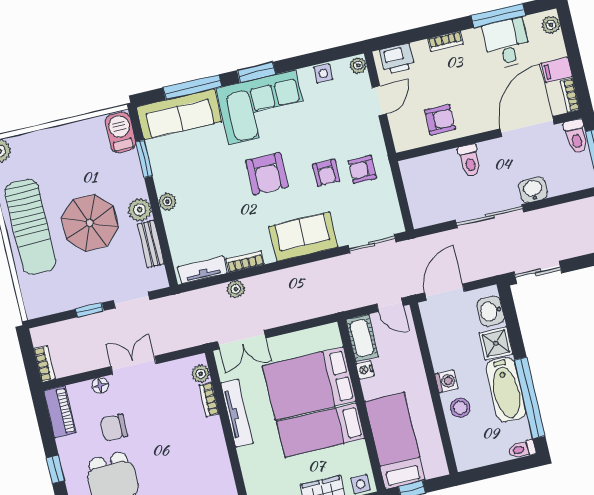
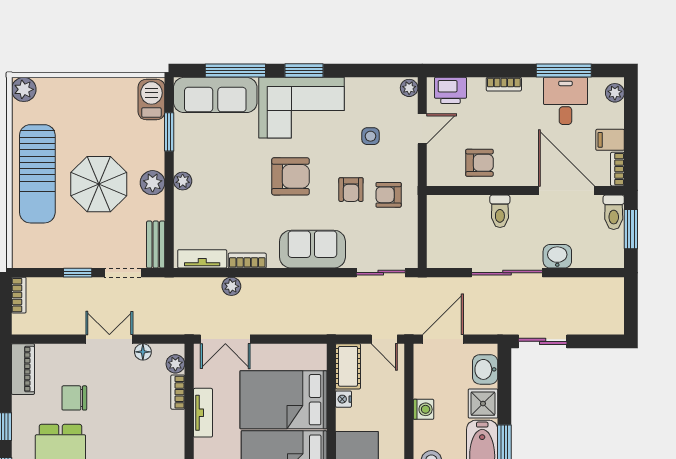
side table: (323, 73) -> (371, 136), moved
door: (527, 126) -> (567, 190), hinge flipped
armchair: (267, 174) -> (291, 176), turned -90
bench: (151, 244) -> (156, 245), moved
bookcase: (44, 364) -> (19, 295), moved
washing machine: (446, 381) -> (423, 409), moved
floor lamp: (100, 385) -> (143, 352), moved
tv unit: (237, 413) -> (203, 413), width x0.71

